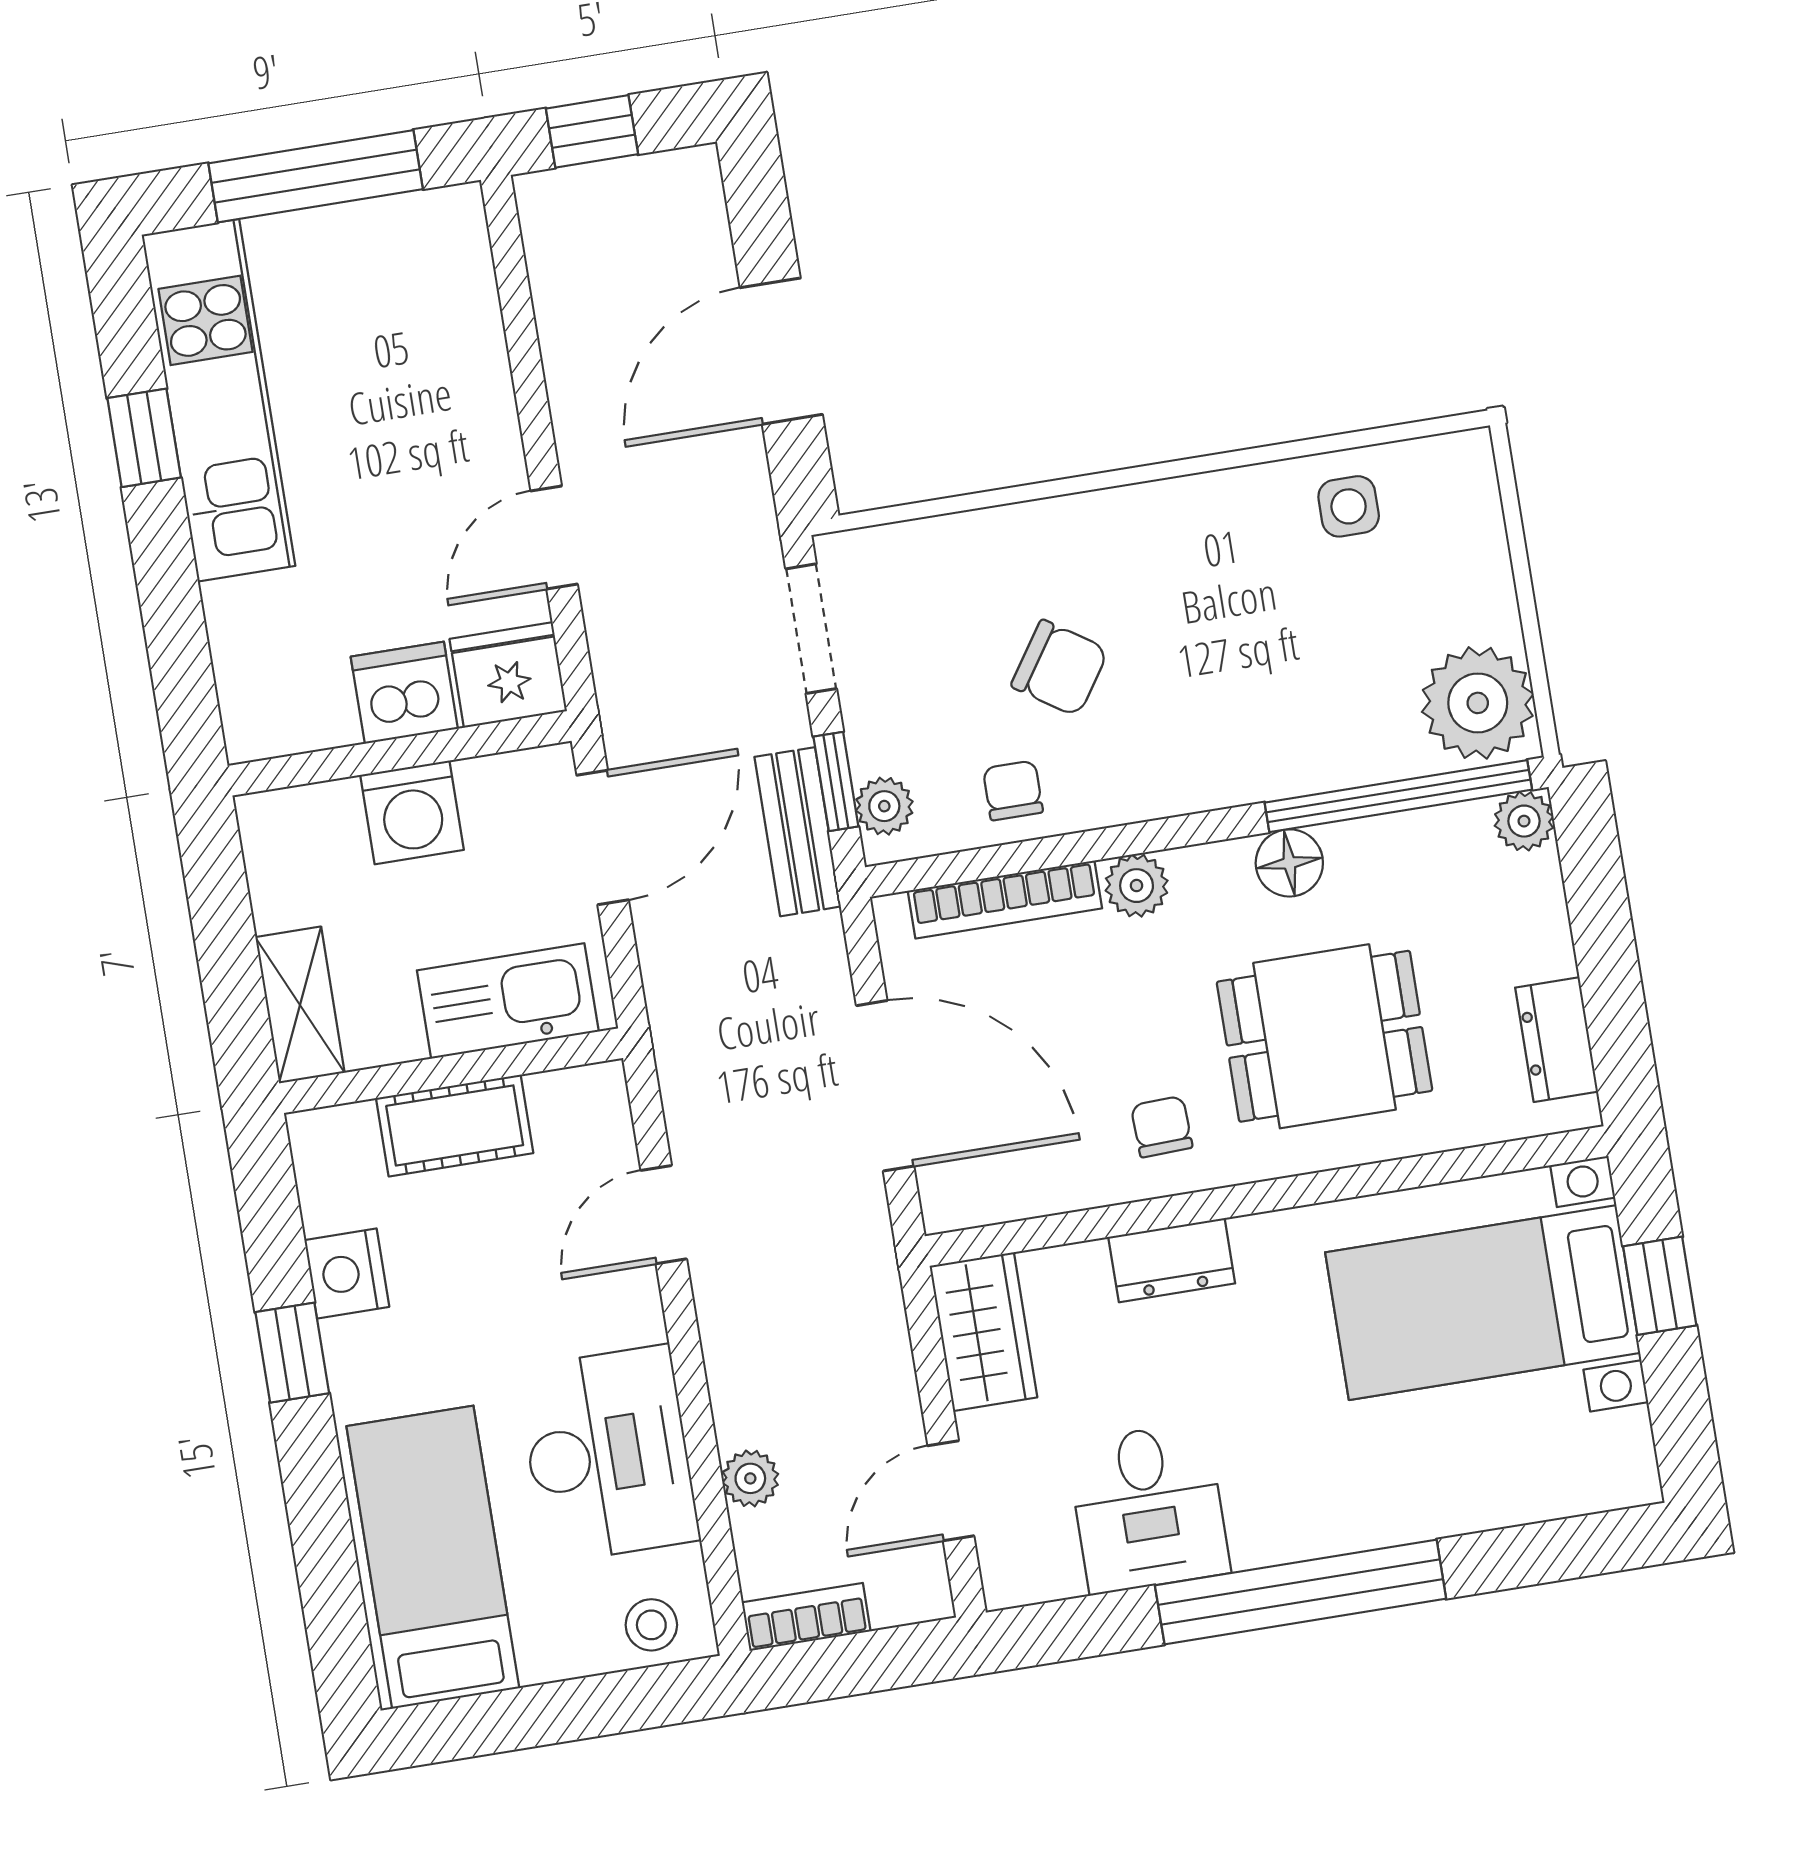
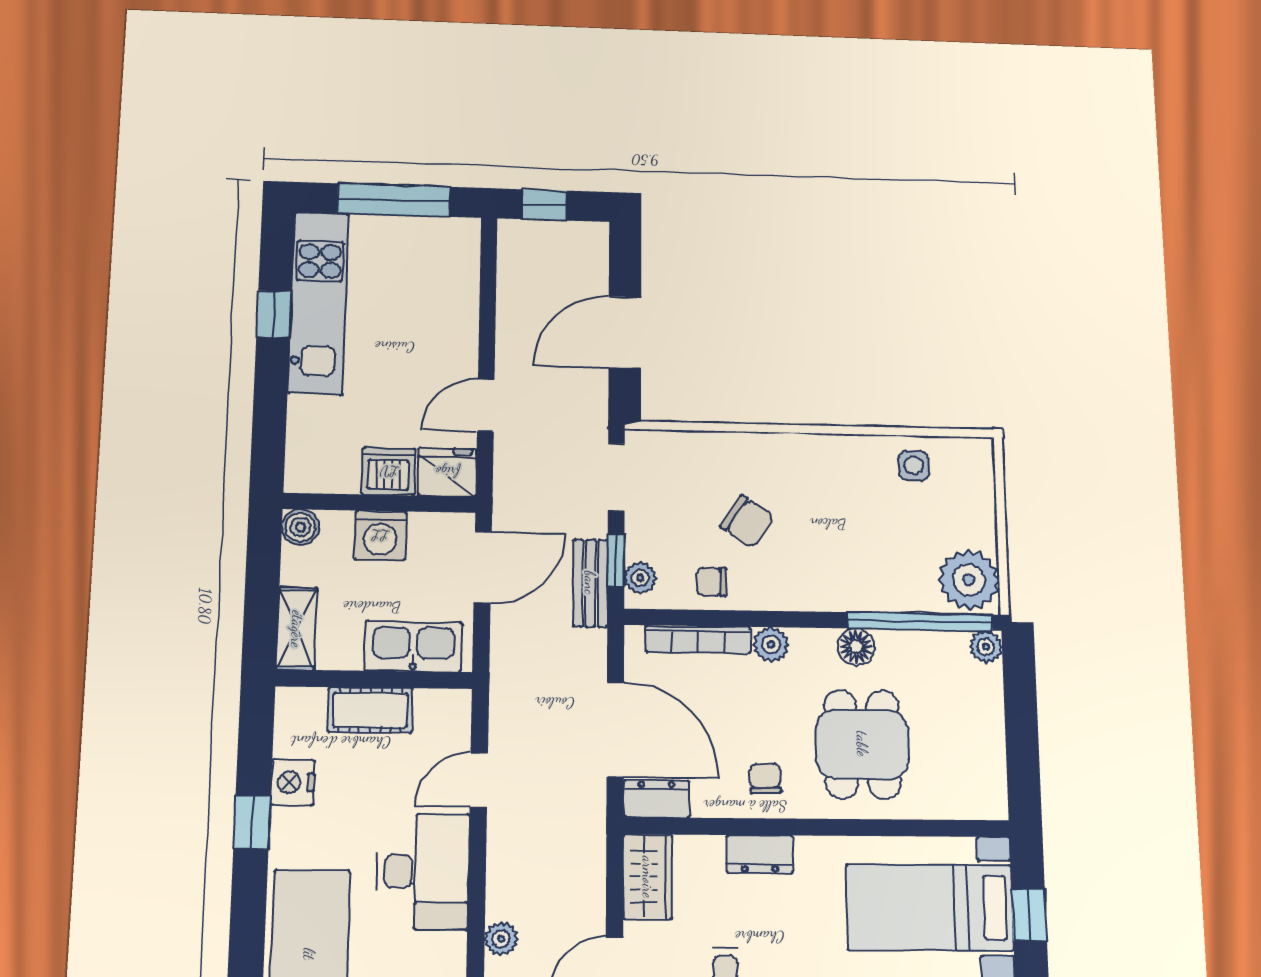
chair: (1013, 790) -> (712, 582), turned -90
boiler: (270, 823) -> (300, 527), added
dining table: (1325, 1036) -> (862, 744), turned 90
dresser: (1557, 1040) -> (656, 799), moved, turned 90
desk: (608, 1454) -> (423, 871), moved

